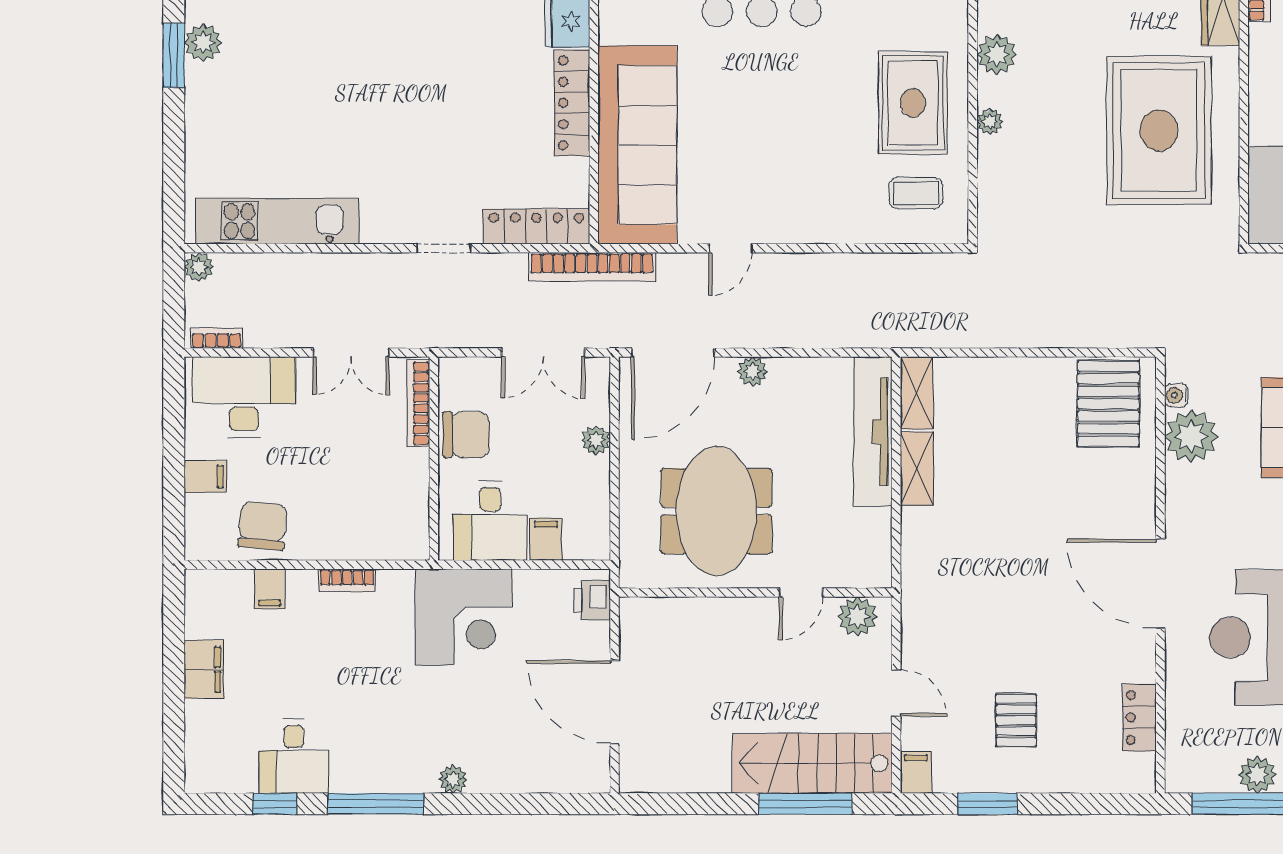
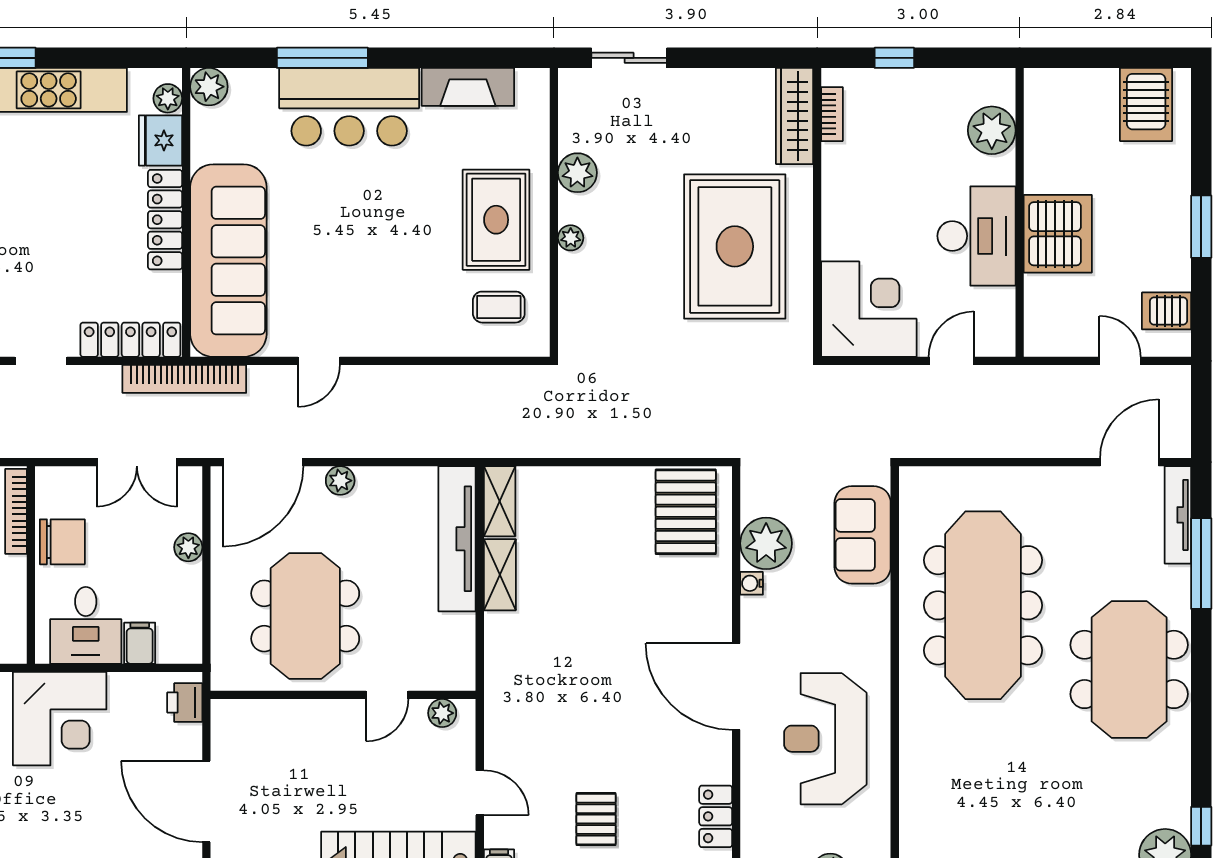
water cooler: (1176, 395) -> (752, 583), moved
plant: (857, 617) -> (442, 713), width x0.73, depth x0.73

